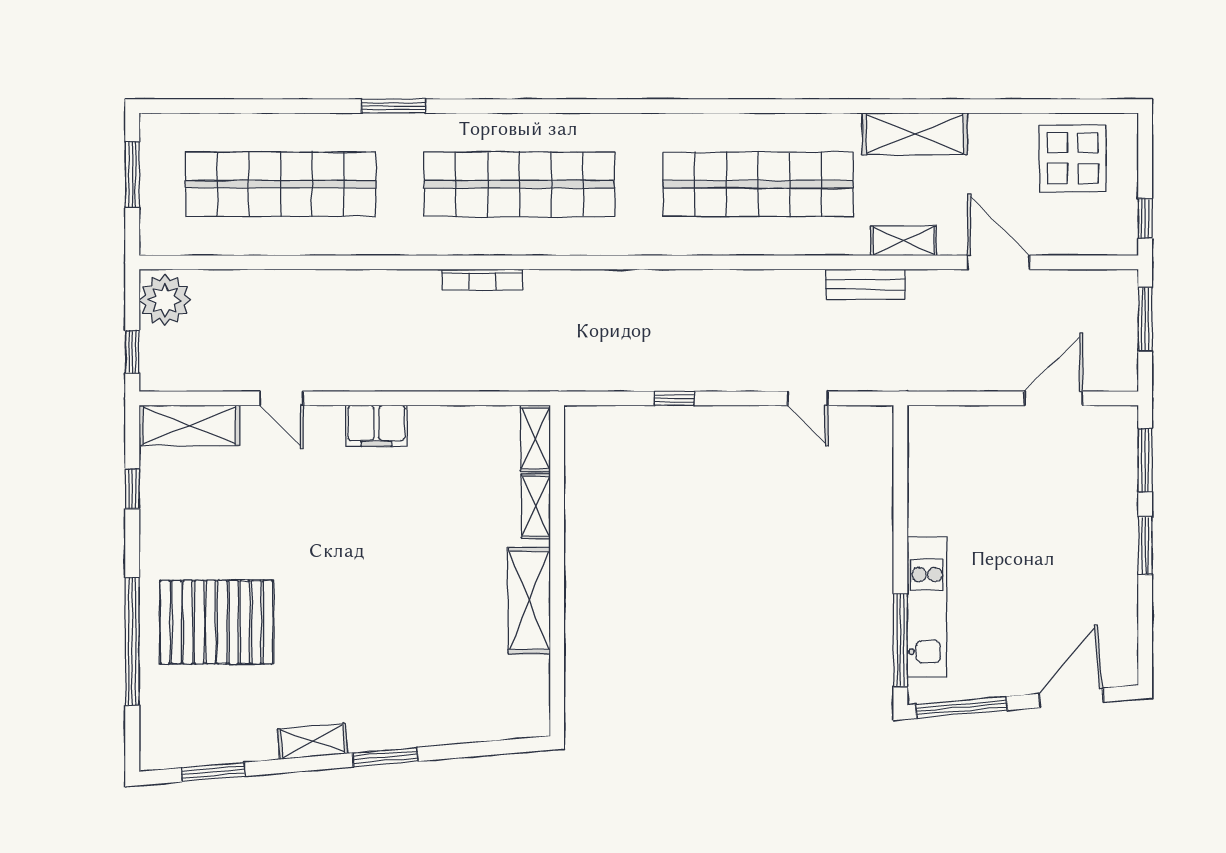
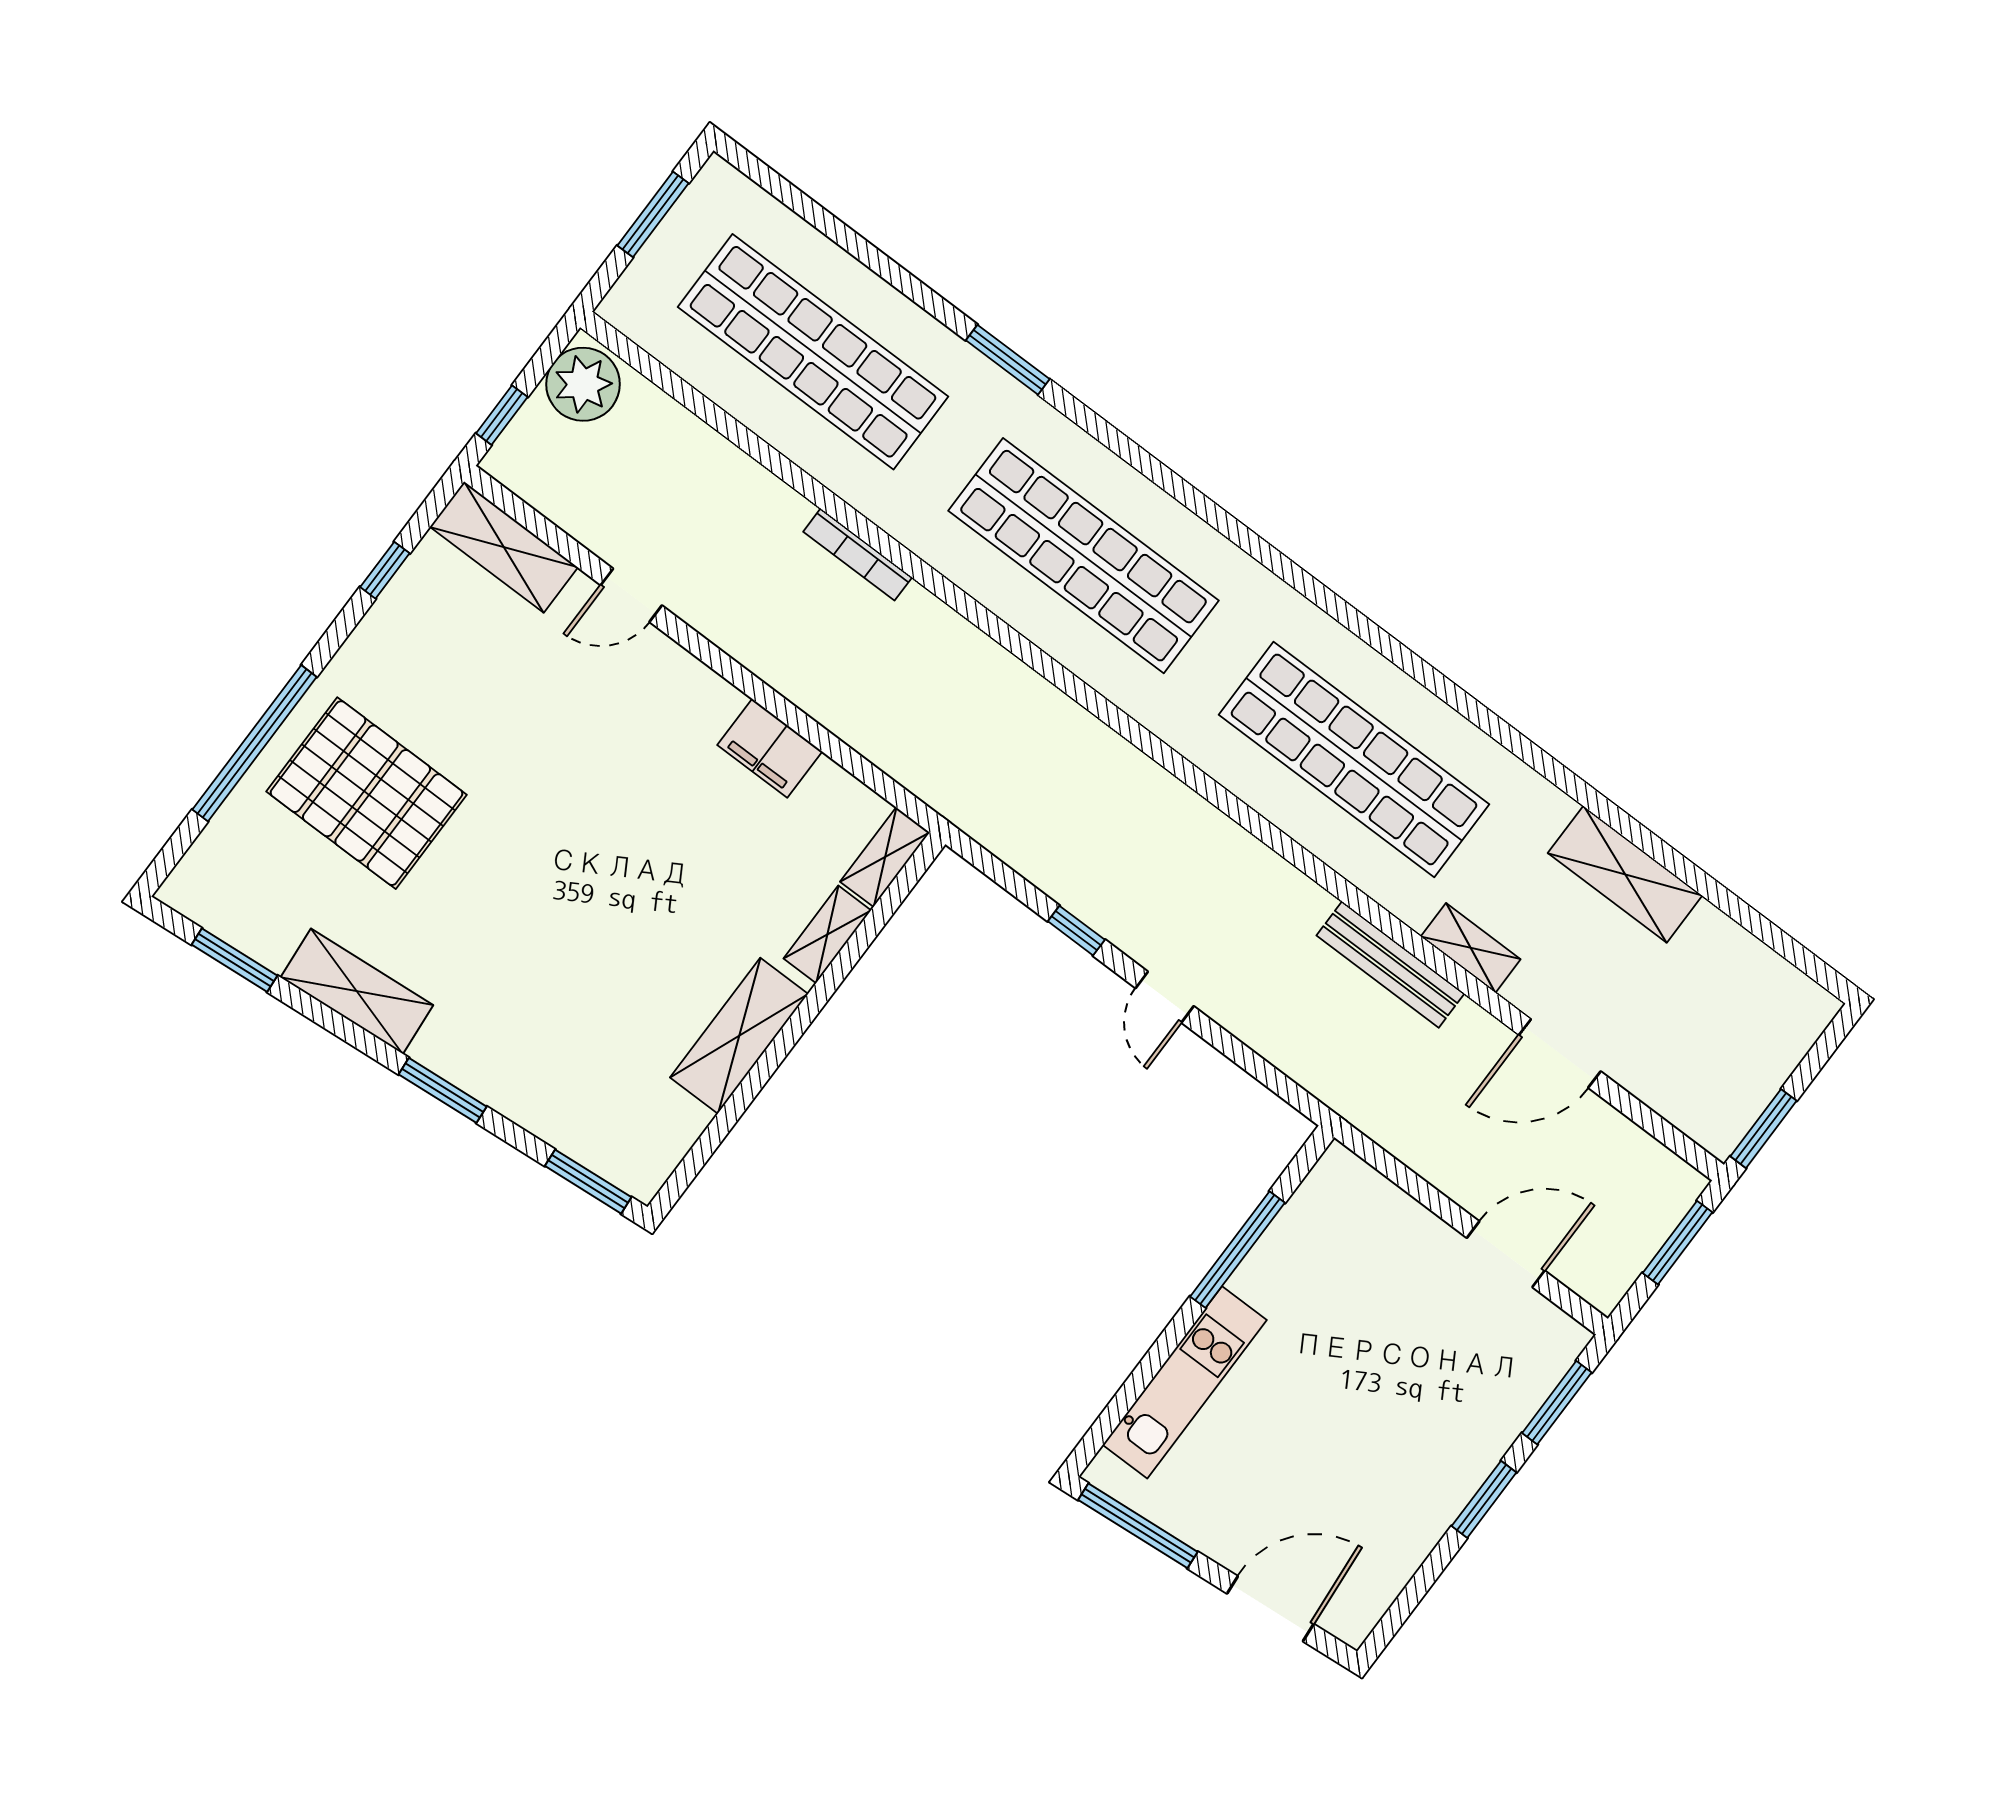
shelving: (915, 134) -> (1625, 874), moved
display table: (1073, 158) -> (1733, 999), removed
window: (1145, 218) -> (1763, 1129), width x1.50
door: (998, 262) -> (1560, 1053), swing flipped
bookcase: (482, 280) -> (858, 555), moved
bench: (866, 284) -> (1390, 965), width x1.36
door: (282, 398) -> (631, 595), hinge flipped
door: (808, 398) -> (1165, 997), moved
filing cabinet: (376, 426) -> (770, 748), moved
window: (900, 640) -> (1237, 1250), moved
shelving: (312, 741) -> (357, 991), width x1.50, depth x1.33
window: (506, 747) -> (588, 1182), added

